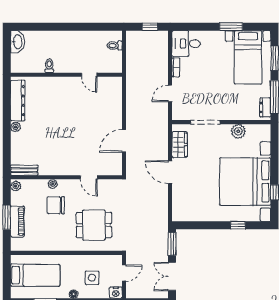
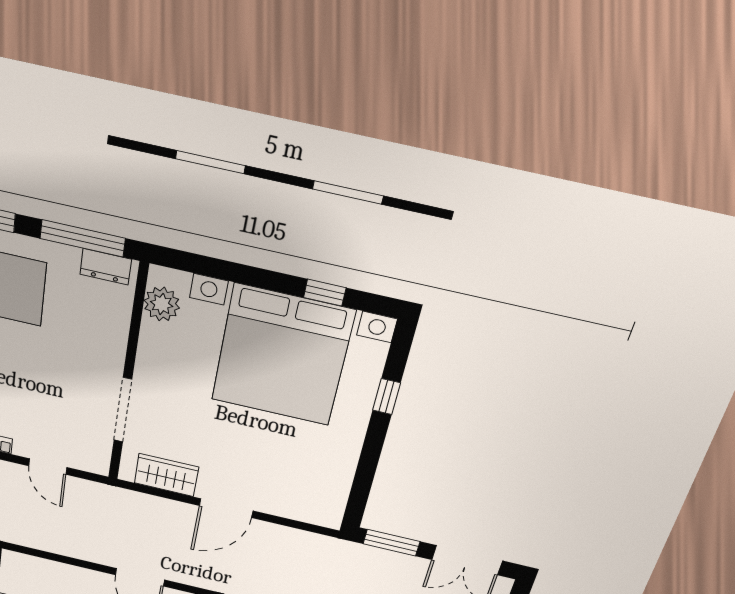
plant: (238, 131) -> (162, 304), moved

